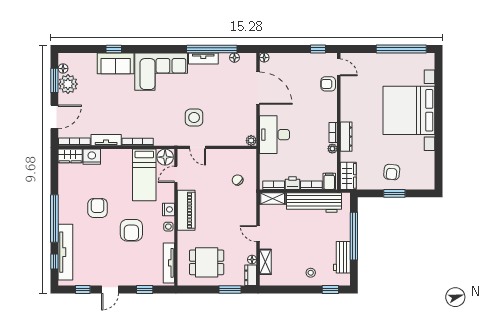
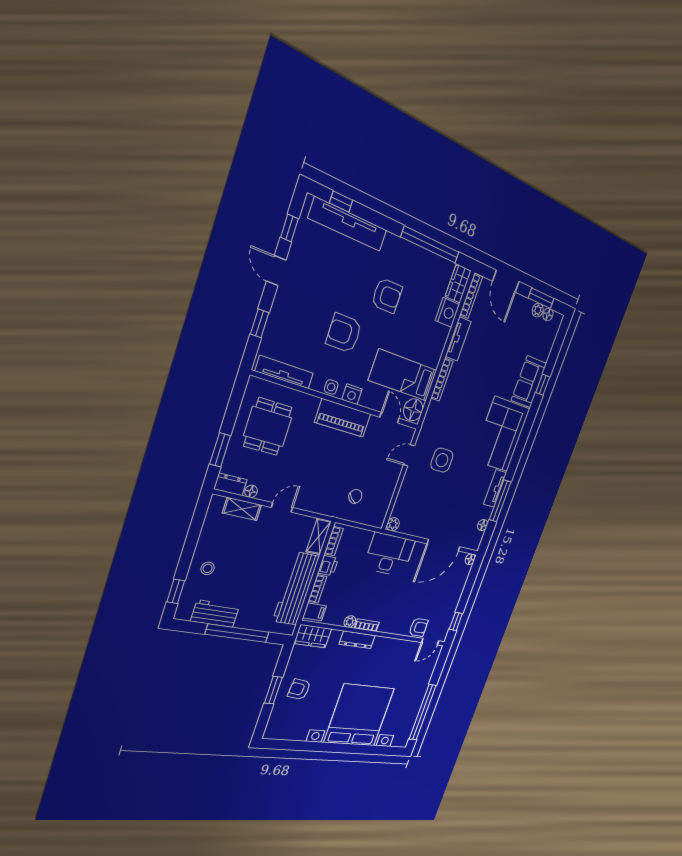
window: (212, 49) -> (500, 501), width x0.68
plant: (68, 84) -> (538, 310), width x0.53, depth x0.53
armchair: (328, 84) -> (418, 627), turned 90
window: (54, 218) -> (430, 245), moved

